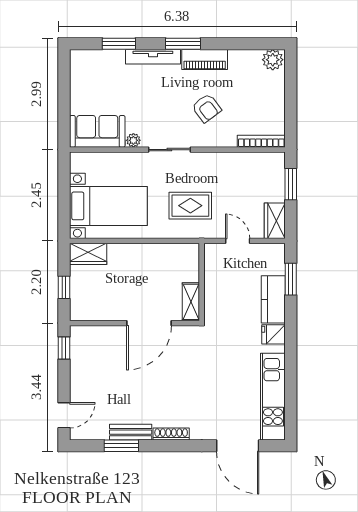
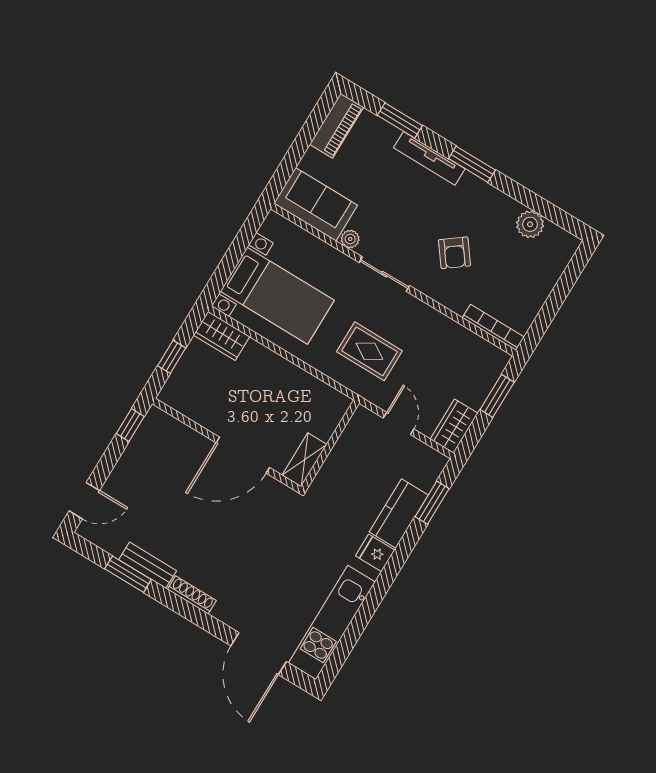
piano: (205, 59) -> (337, 126), moved, turned -90
plant: (273, 60) -> (530, 224), moved

